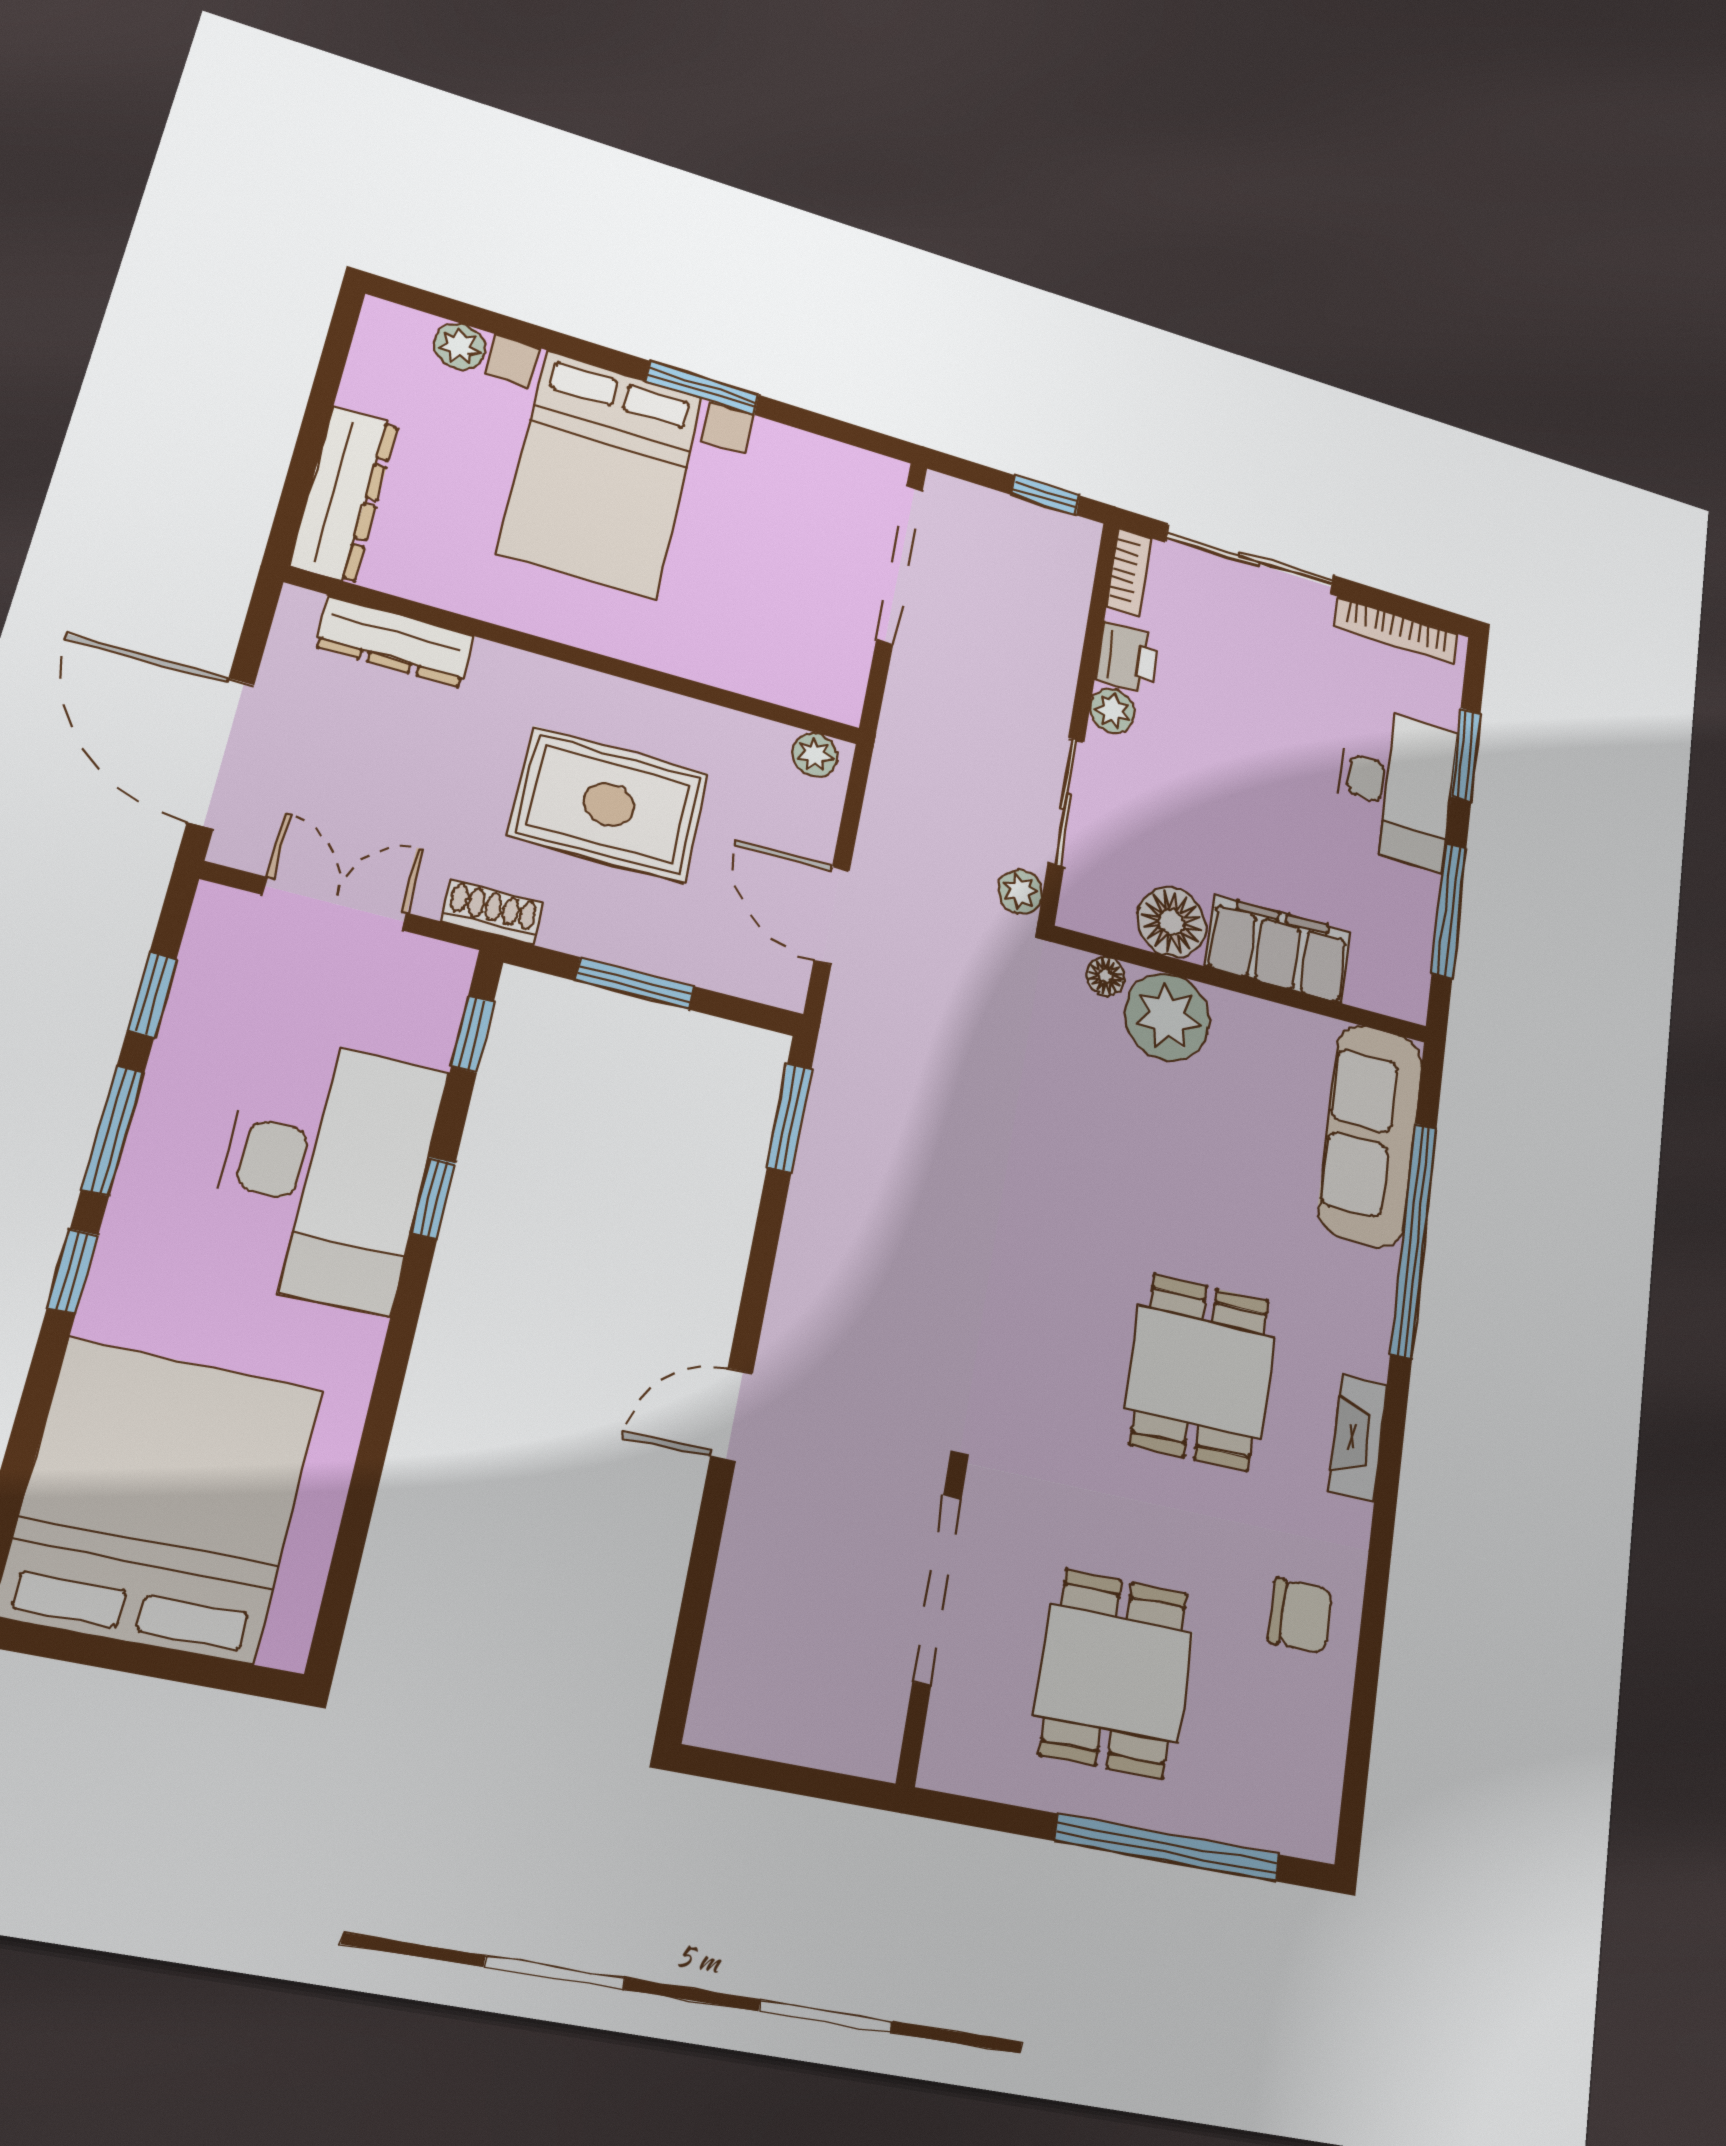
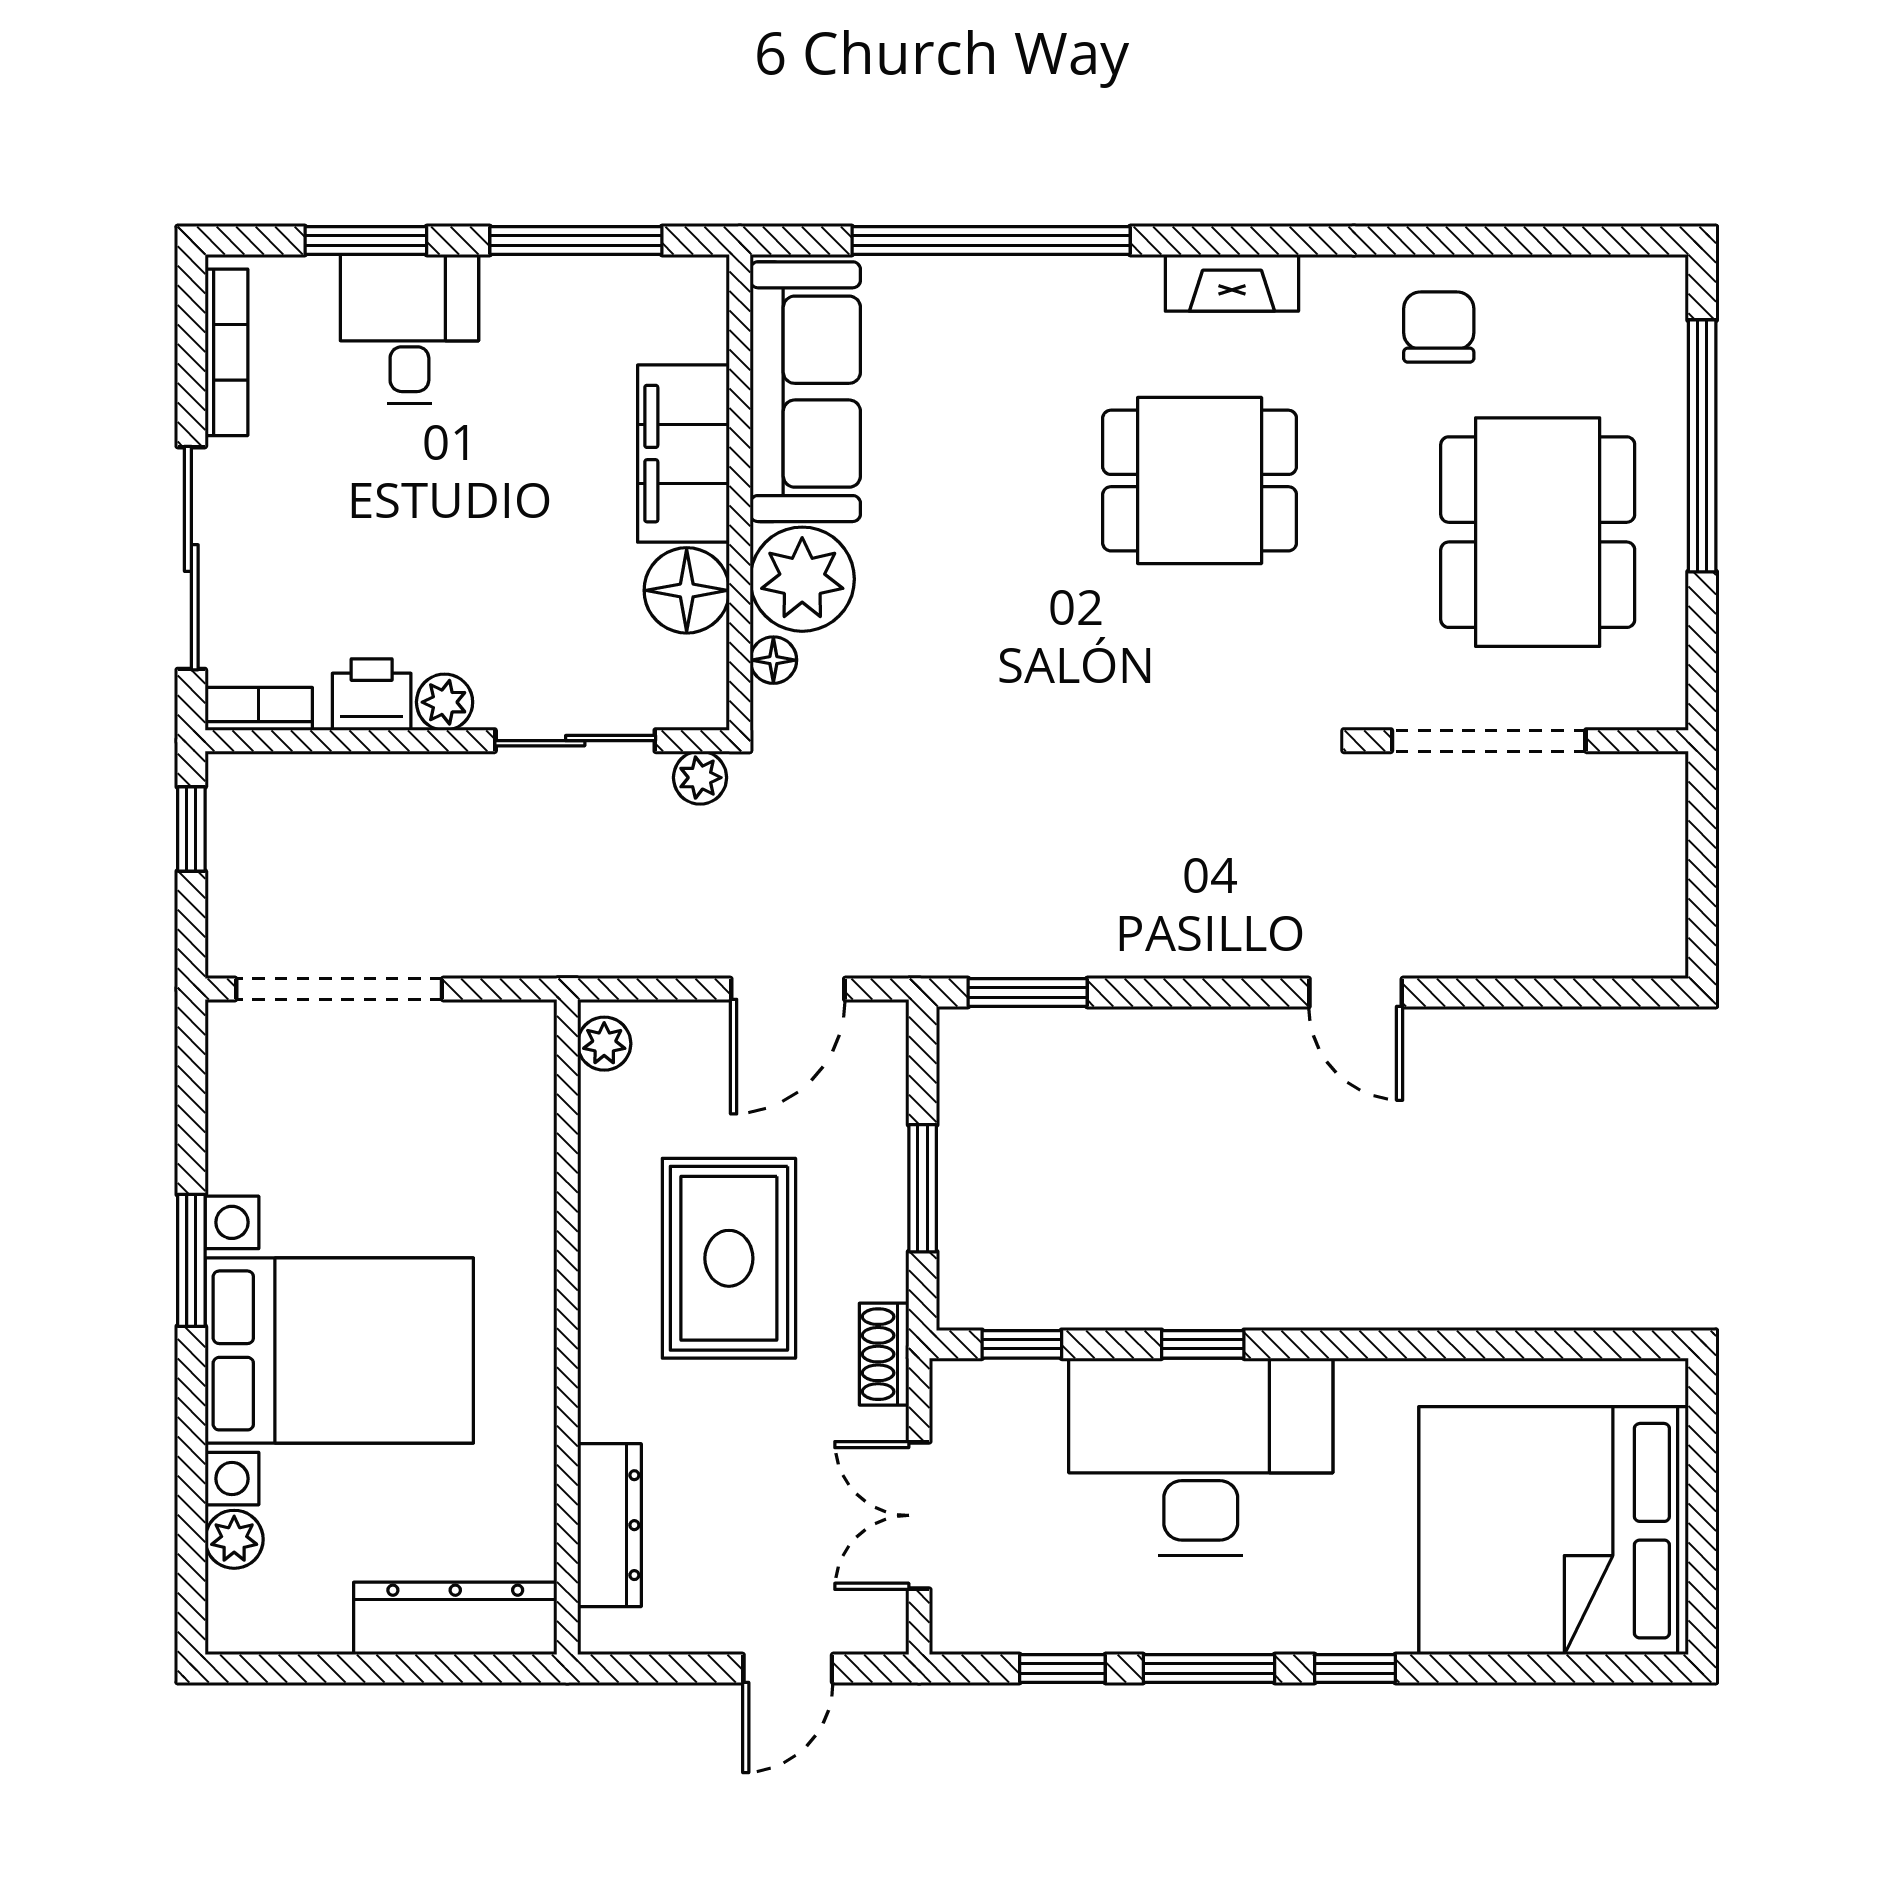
door: (221, 753) -> (788, 1669), width x0.53
desk: (1396, 787) -> (409, 329), width x0.73
sofa: (1370, 1135) -> (805, 392), moved, turned -90
dining table: (1114, 1673) -> (1538, 532), width x1.38

